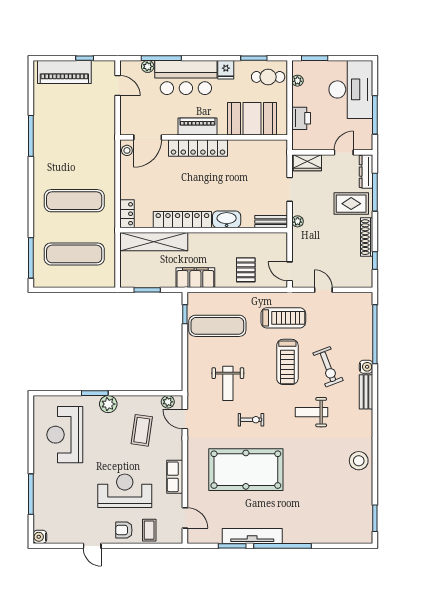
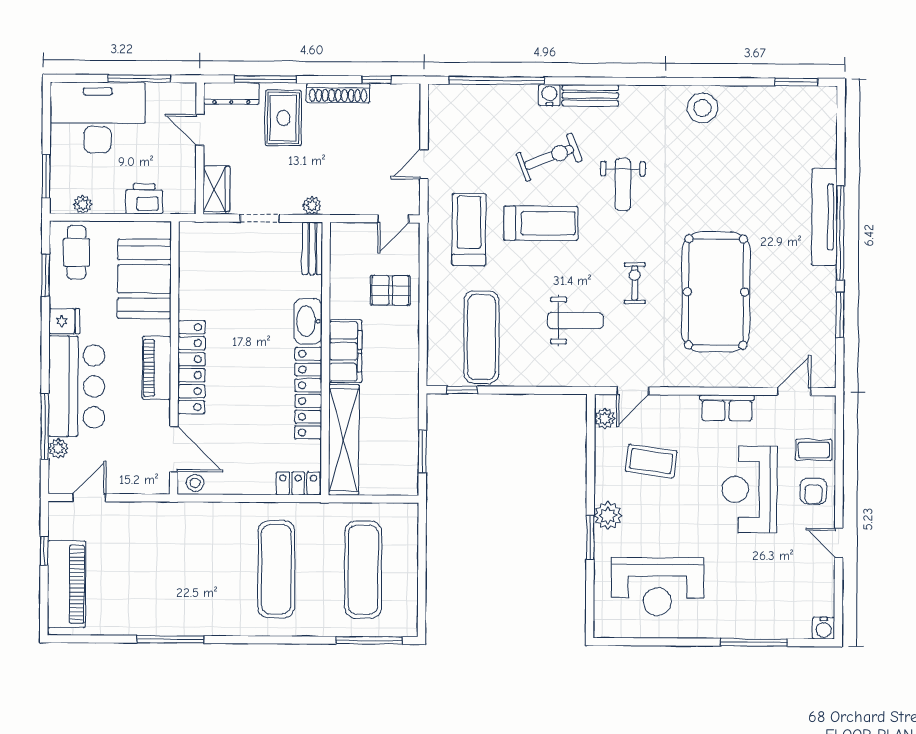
filing cabinet: (195, 278) -> (345, 351), moved, turned 180
tv unit: (252, 536) -> (824, 217), moved
door: (92, 546) -> (839, 543), swing flipped

